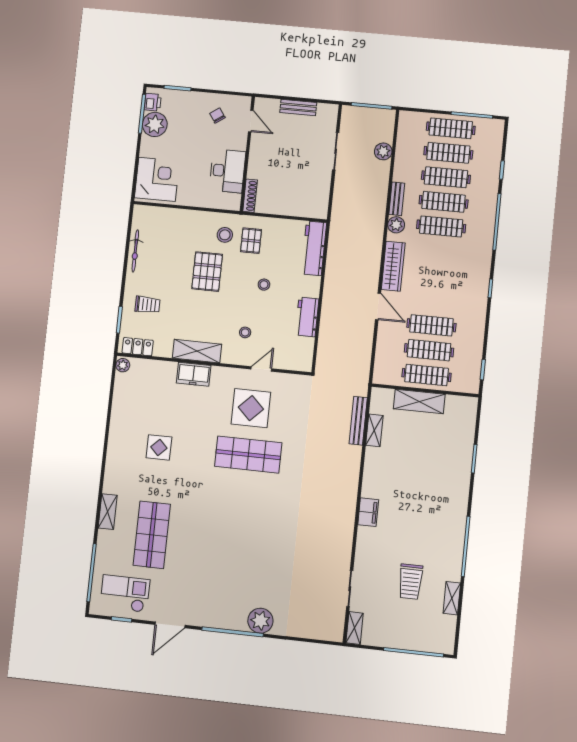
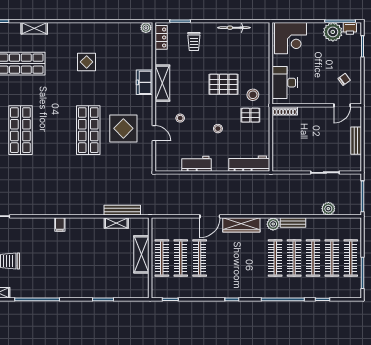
desk: (227, 171) -> (285, 83), moved, turned 90
filing cabinet: (368, 512) -> (60, 224), width x0.50
shop shelf: (239, 544) -> (20, 130), added

